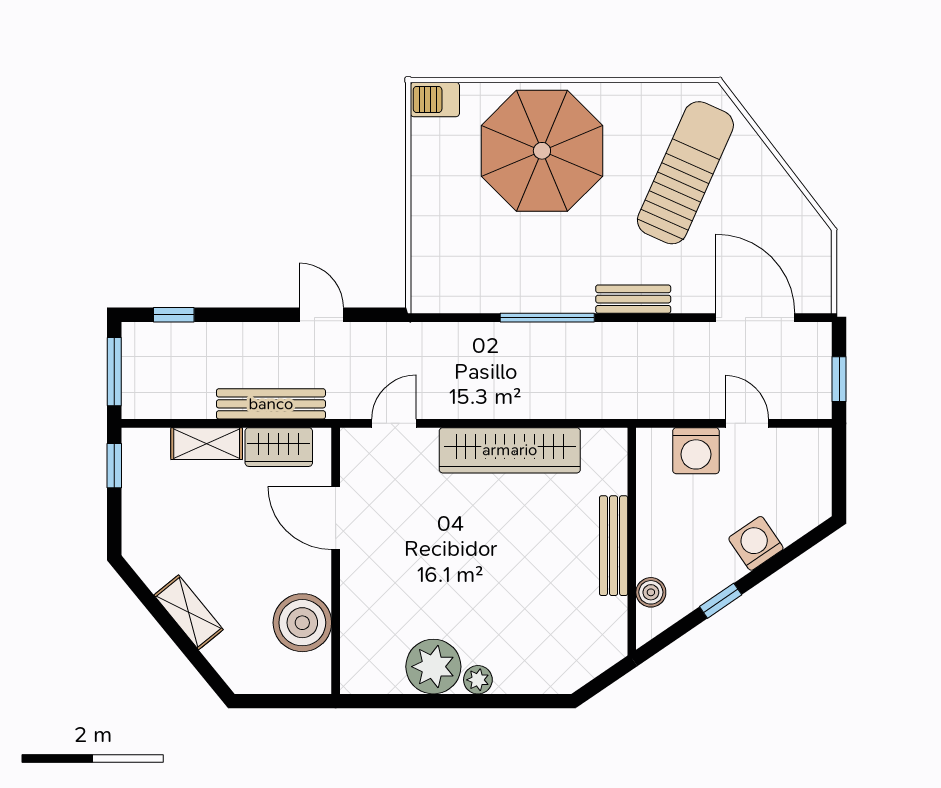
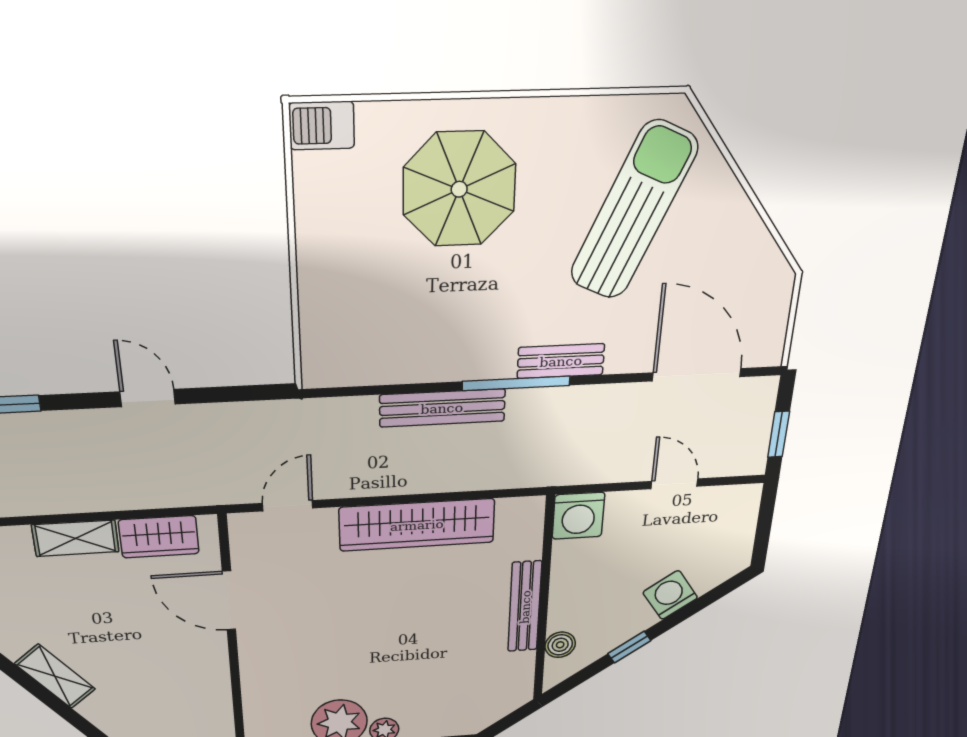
parasol: (542, 151) -> (459, 189), width x0.73, depth x0.73
door: (321, 315) -> (148, 398), moved
window: (547, 318) -> (516, 383), moved
bench: (271, 404) -> (442, 408), moved
washing machine: (696, 451) -> (578, 516), moved
shelving: (189, 612) -> (55, 676), moved
boiler: (302, 623) -> (202, 696), removed

